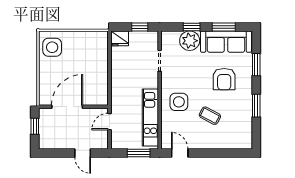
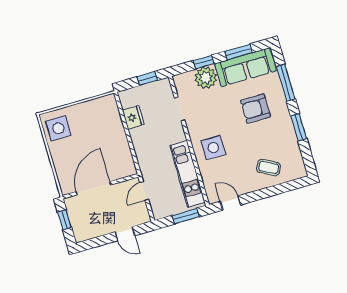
fridge: (120, 38) -> (133, 117), moved, turned -90
window: (256, 65) -> (286, 83), width x1.44
armchair: (224, 79) -> (255, 109), turned 90
coffee table: (210, 116) -> (269, 168), moved

